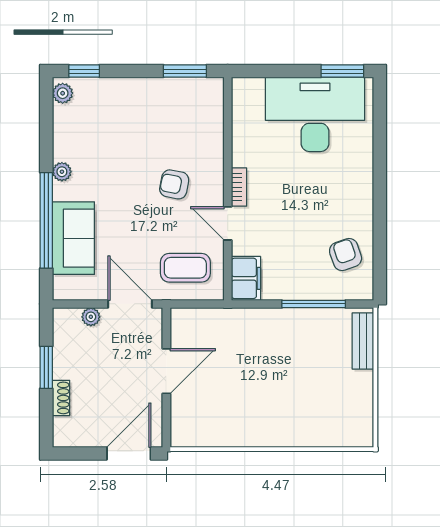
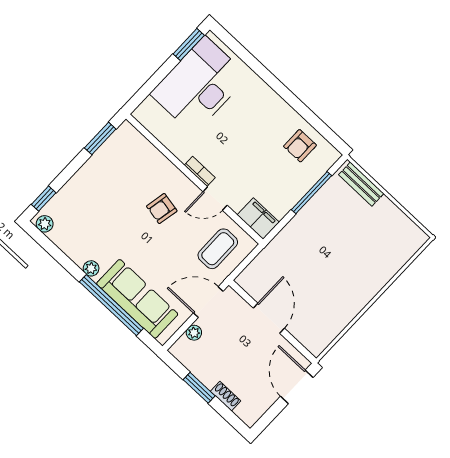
sofa: (73, 238) -> (137, 299), width x1.36
armchair: (346, 255) -> (300, 146), turned -71

